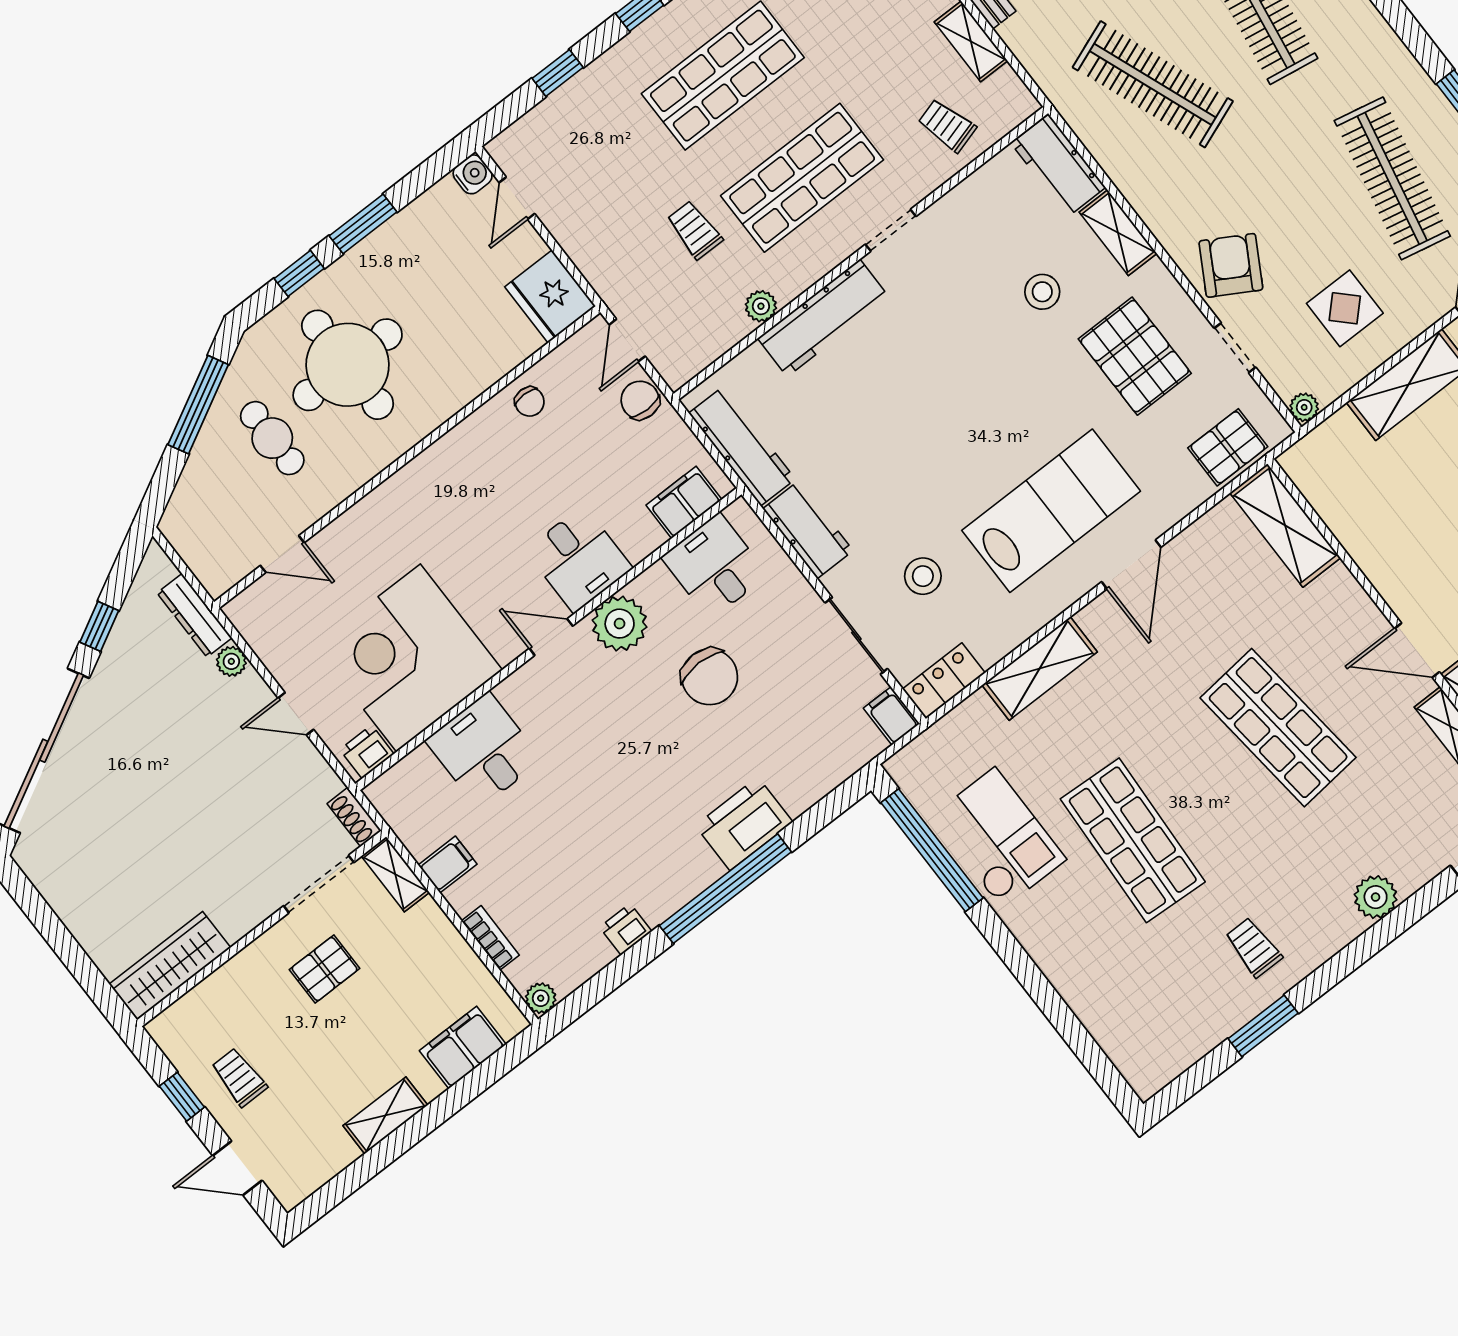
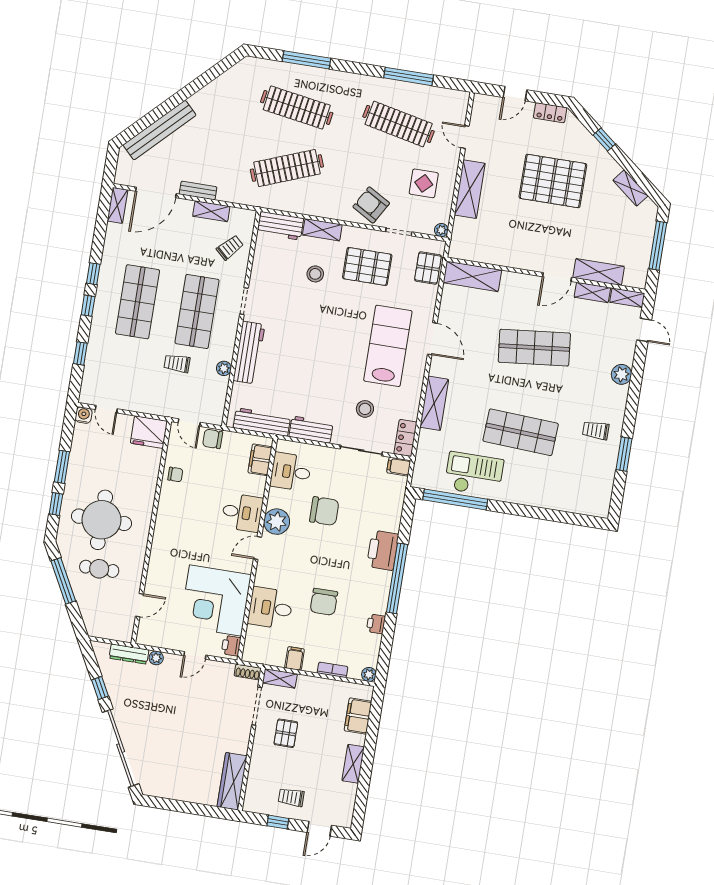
trolley: (947, 126) -> (230, 248), turned 149
chair: (576, 819) -> (324, 602), added

